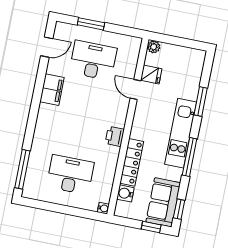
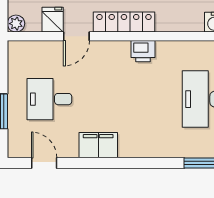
desk: (93, 60) -> (49, 99), width x0.73
locker: (132, 162) -> (124, 22), moved

